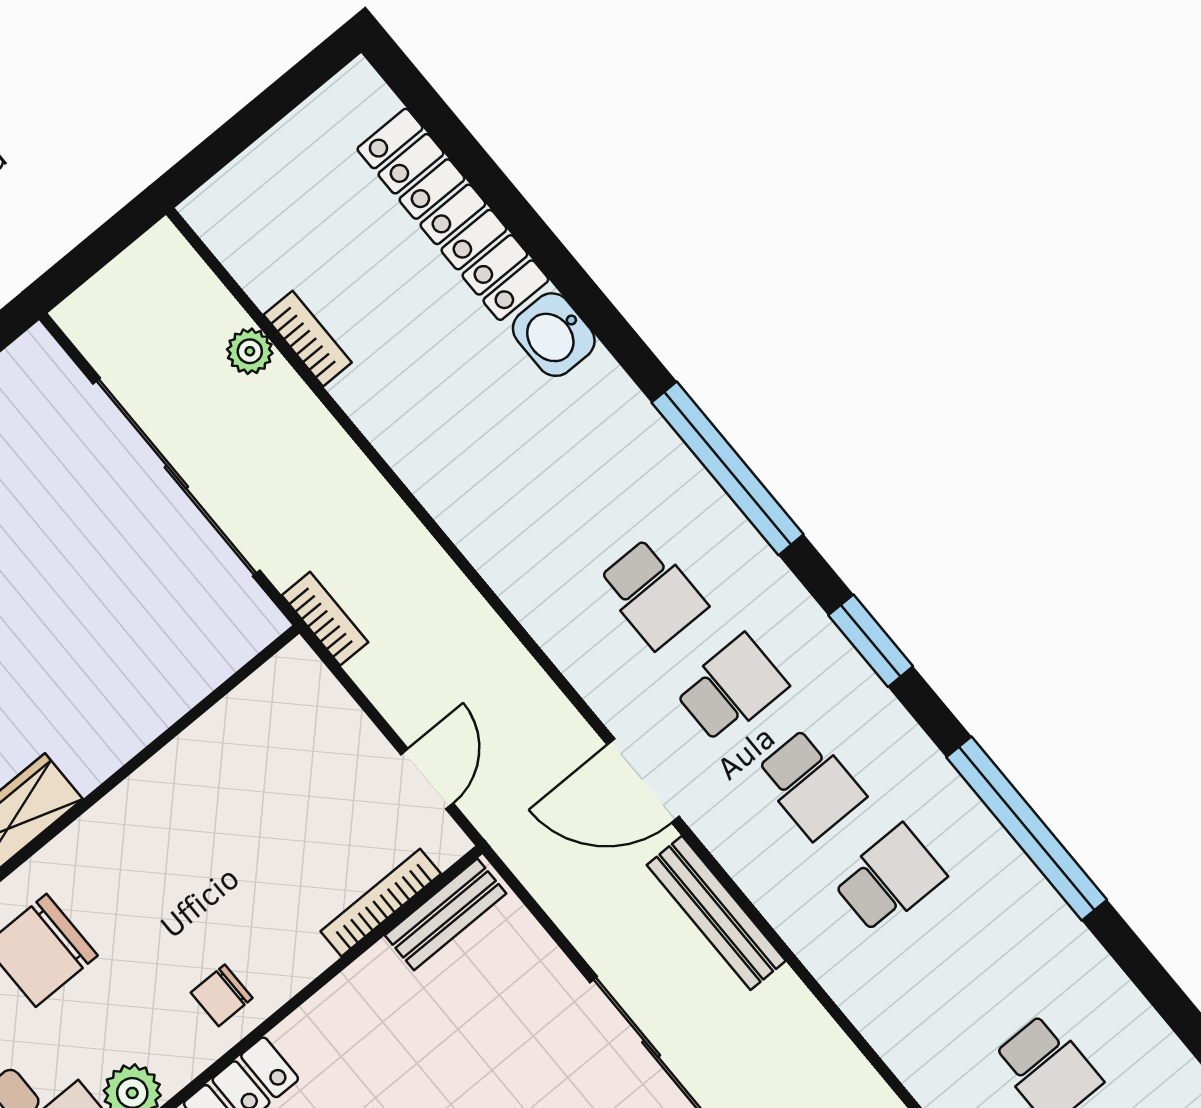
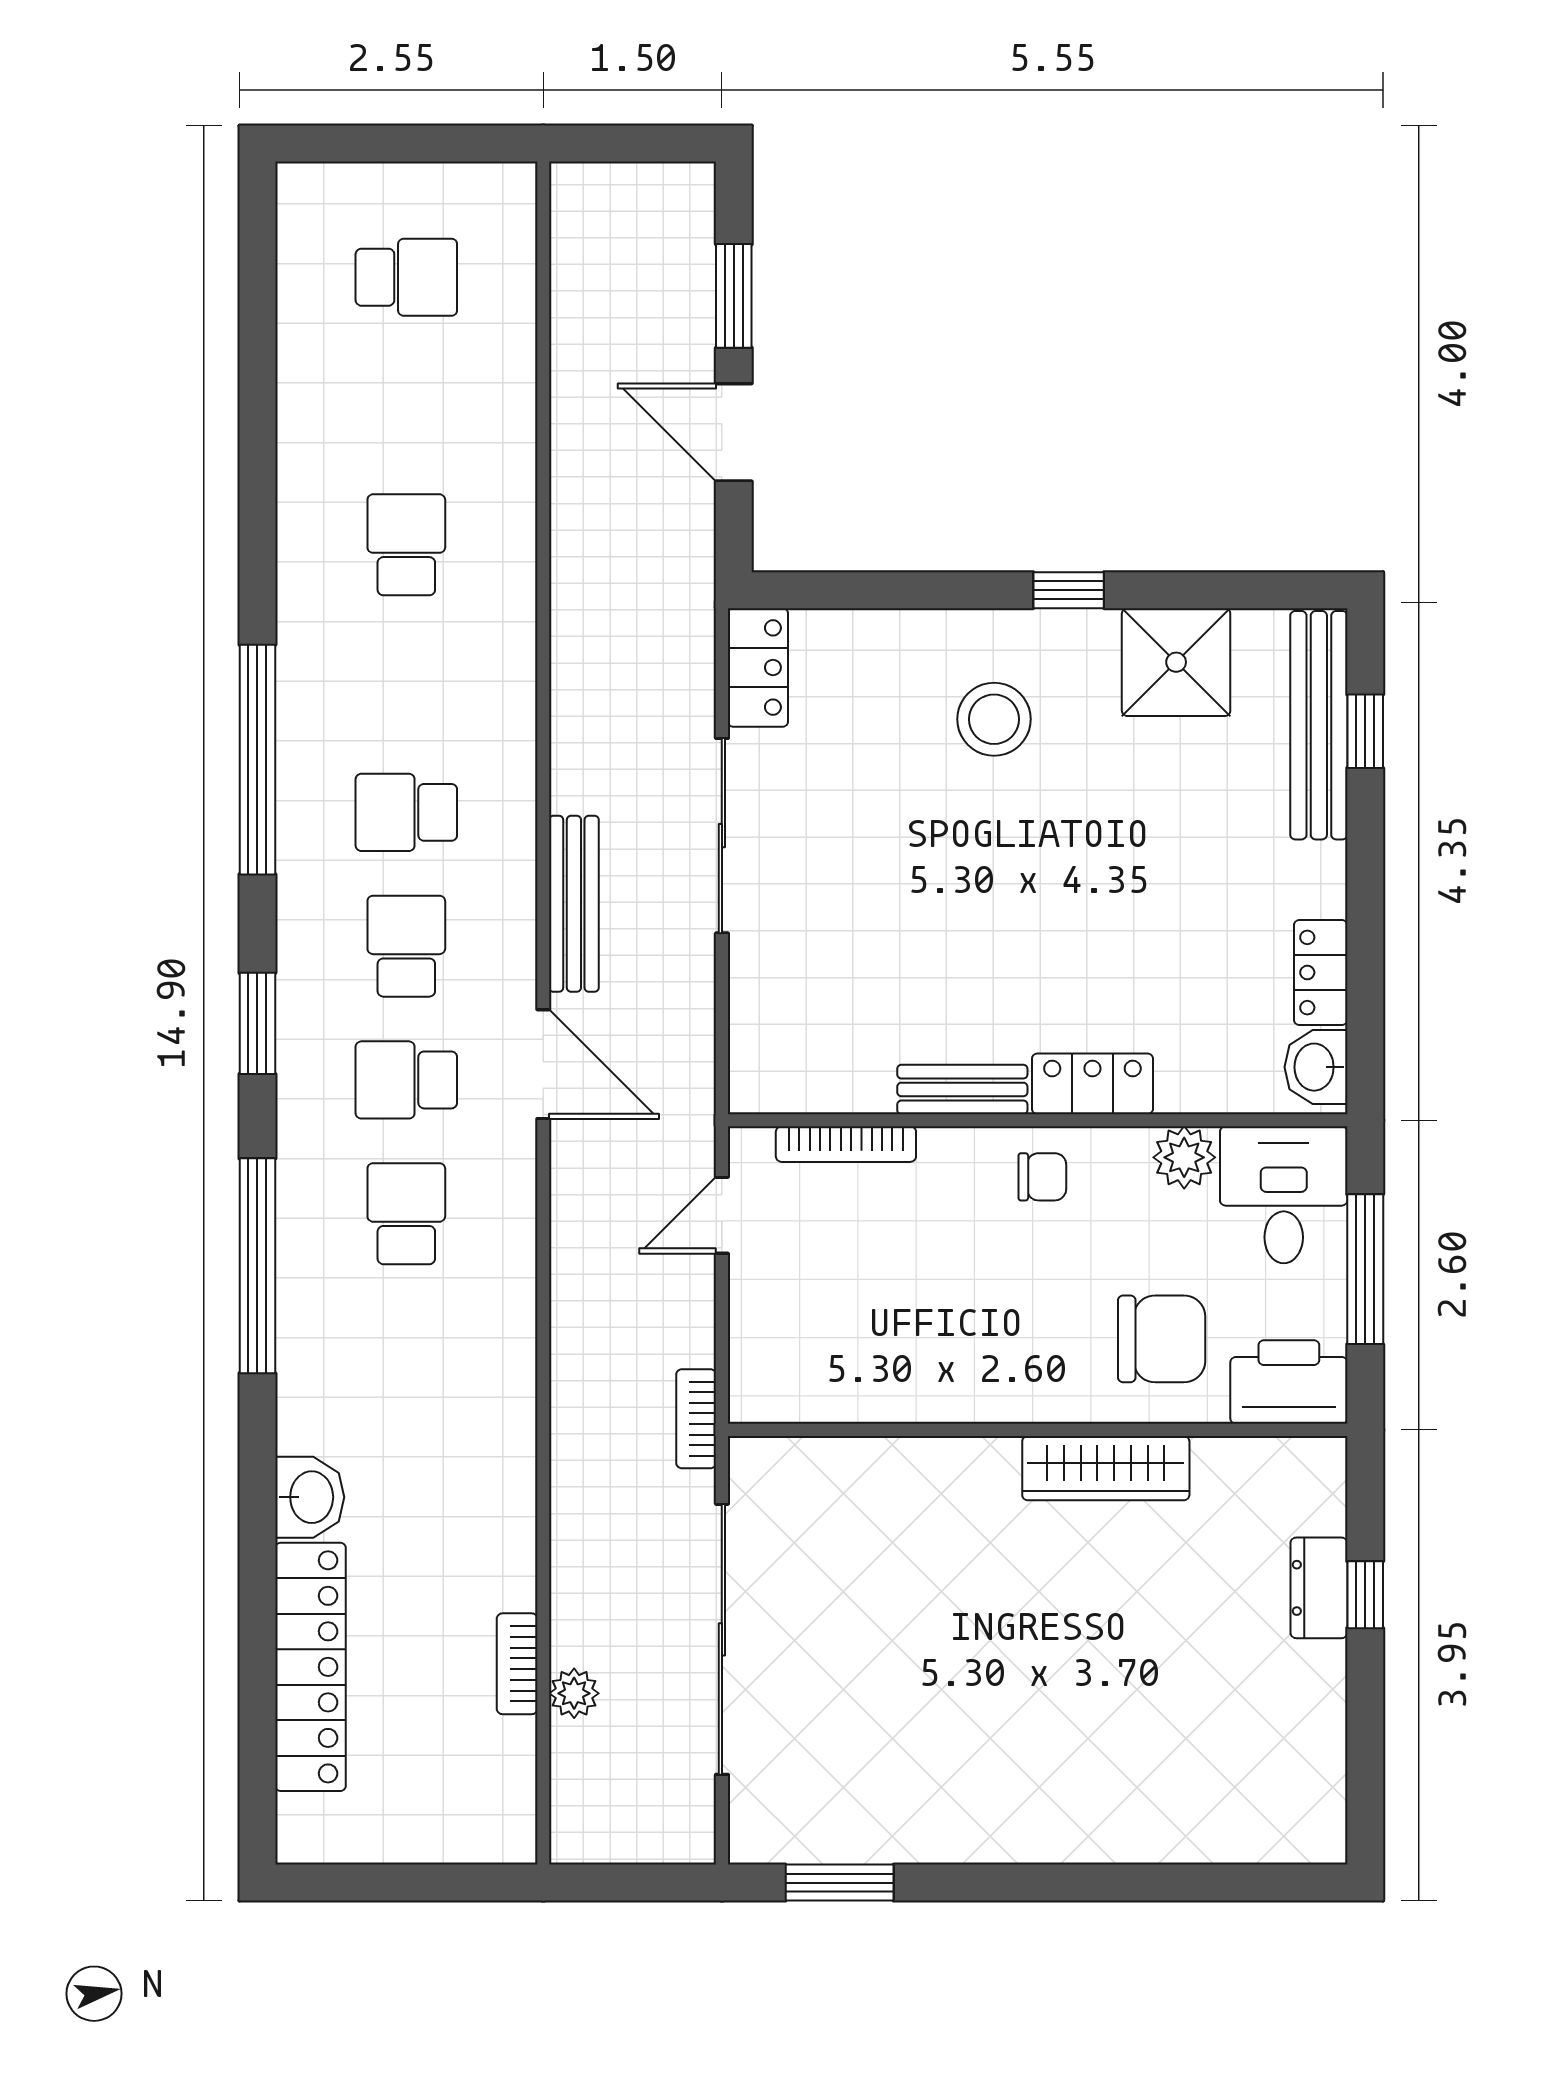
bench: (446, 914) -> (962, 1089), moved

